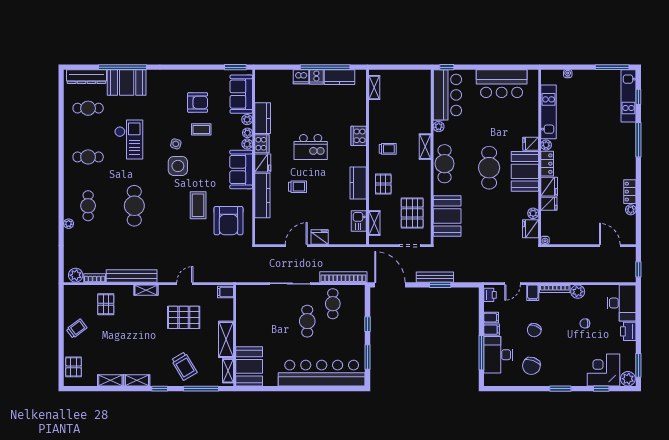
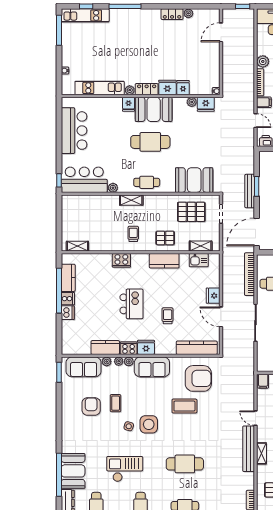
cafe table: (445, 164) -> (147, 182), width x0.73, depth x0.74
kitchen counter: (262, 195) -> (197, 348), moved
bench: (132, 276) -> (249, 449), moved

